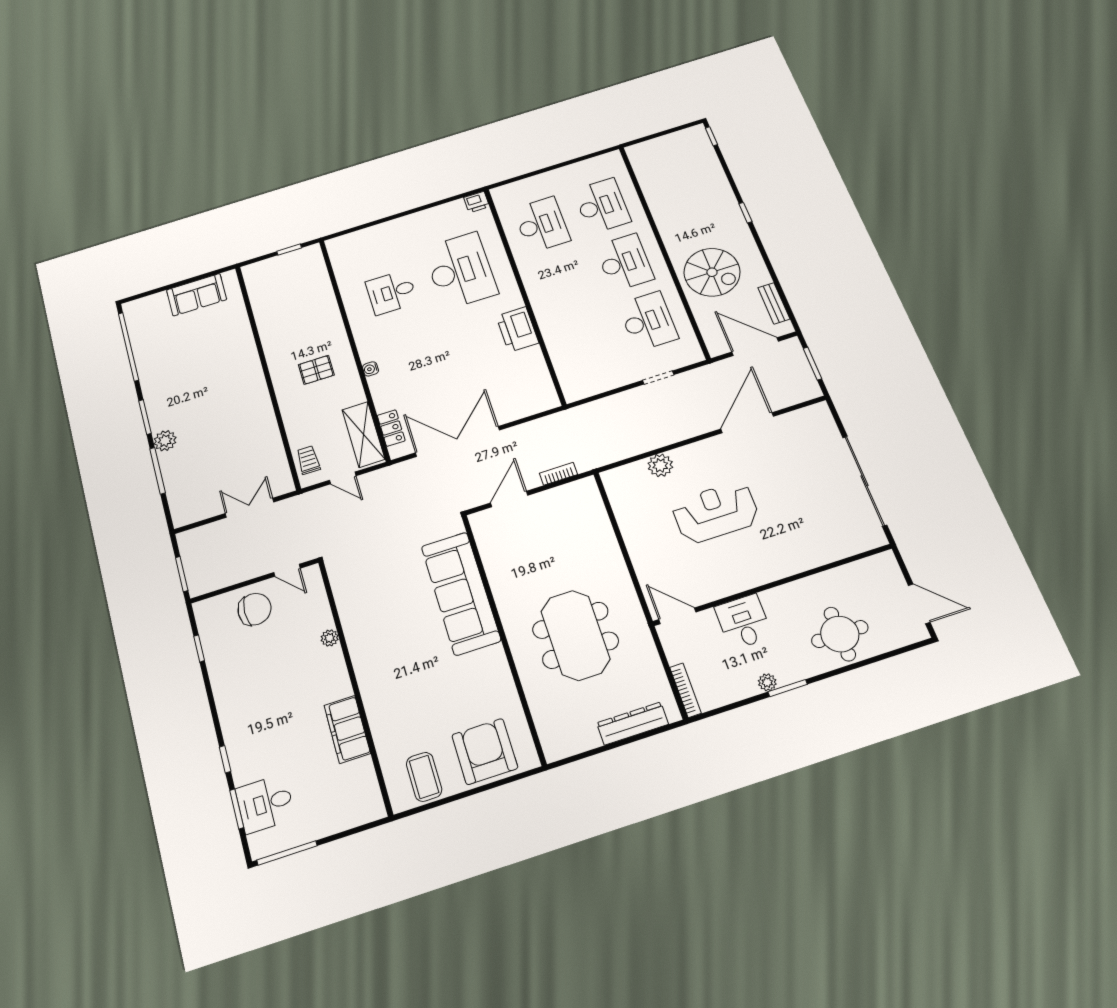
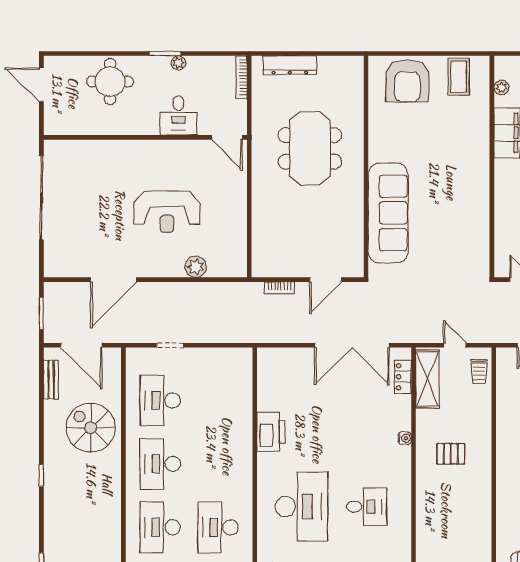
desk: (460, 271) -> (302, 507), turned 180
plant: (330, 638) -> (501, 88), moved

